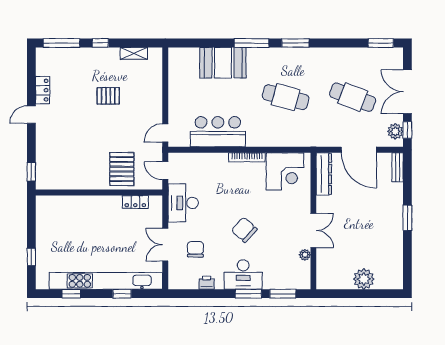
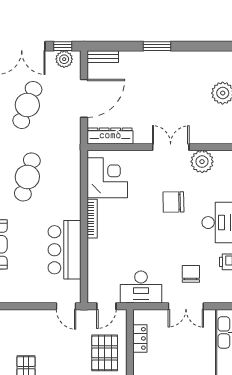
pallet: (122, 169) -> (105, 353), turned 90
chair: (244, 230) -> (173, 202), moved, turned 47
chair: (195, 249) -> (191, 274), turned 90
plant: (305, 255) -> (202, 162), width x1.88, depth x1.88

